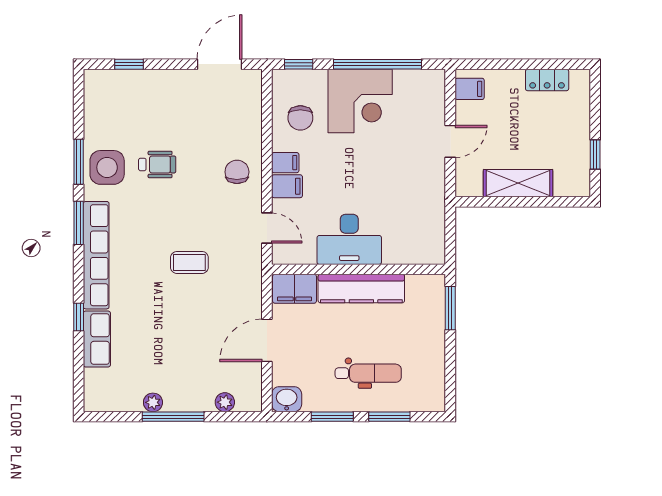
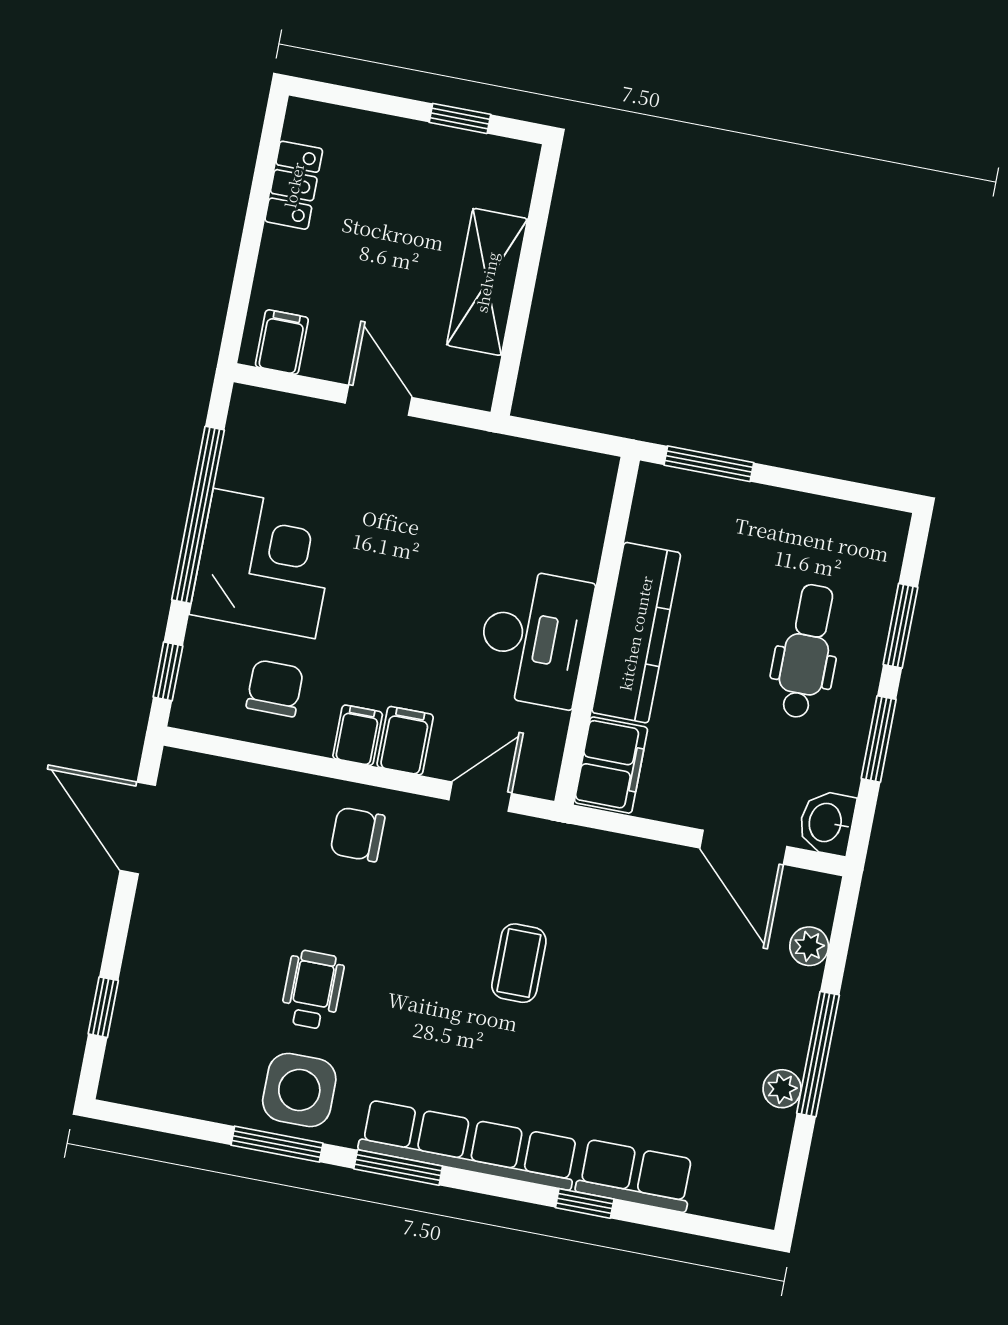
chair: (300, 118) -> (275, 688), turned -90
door: (267, 340) -> (743, 847), moved

